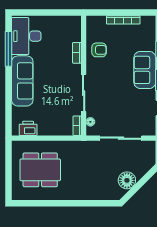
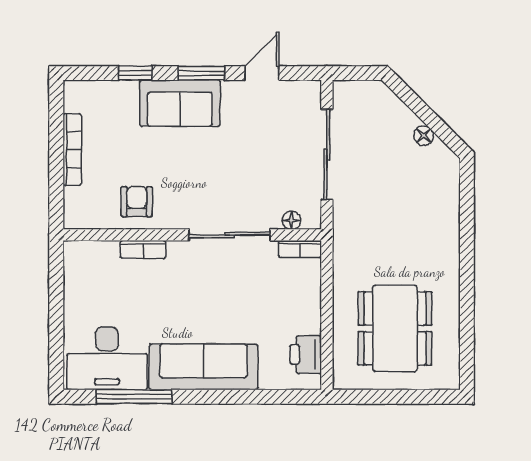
floor lamp: (127, 180) -> (424, 136), width x0.53, depth x0.53

